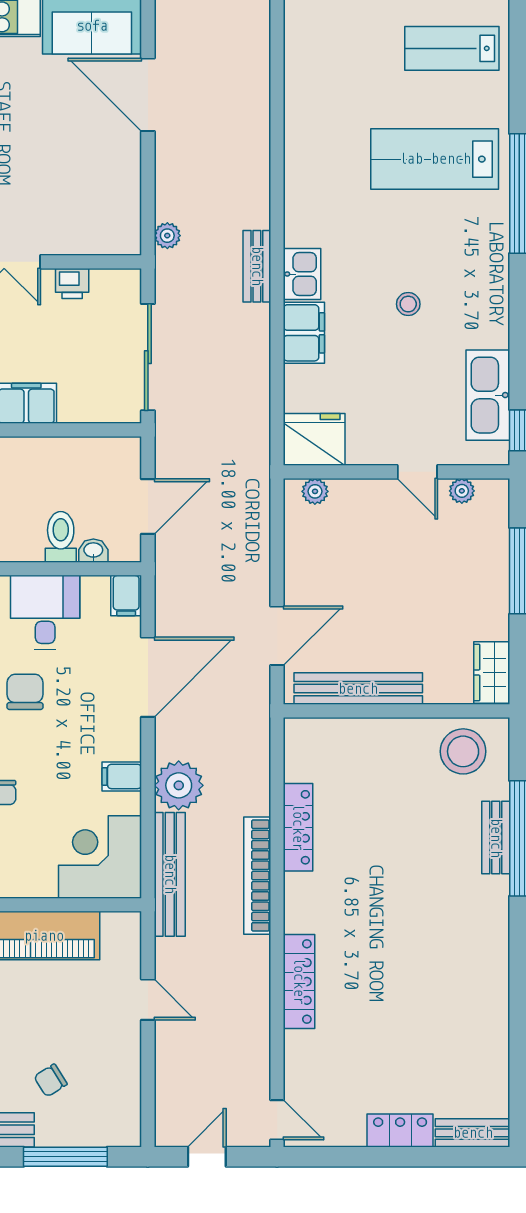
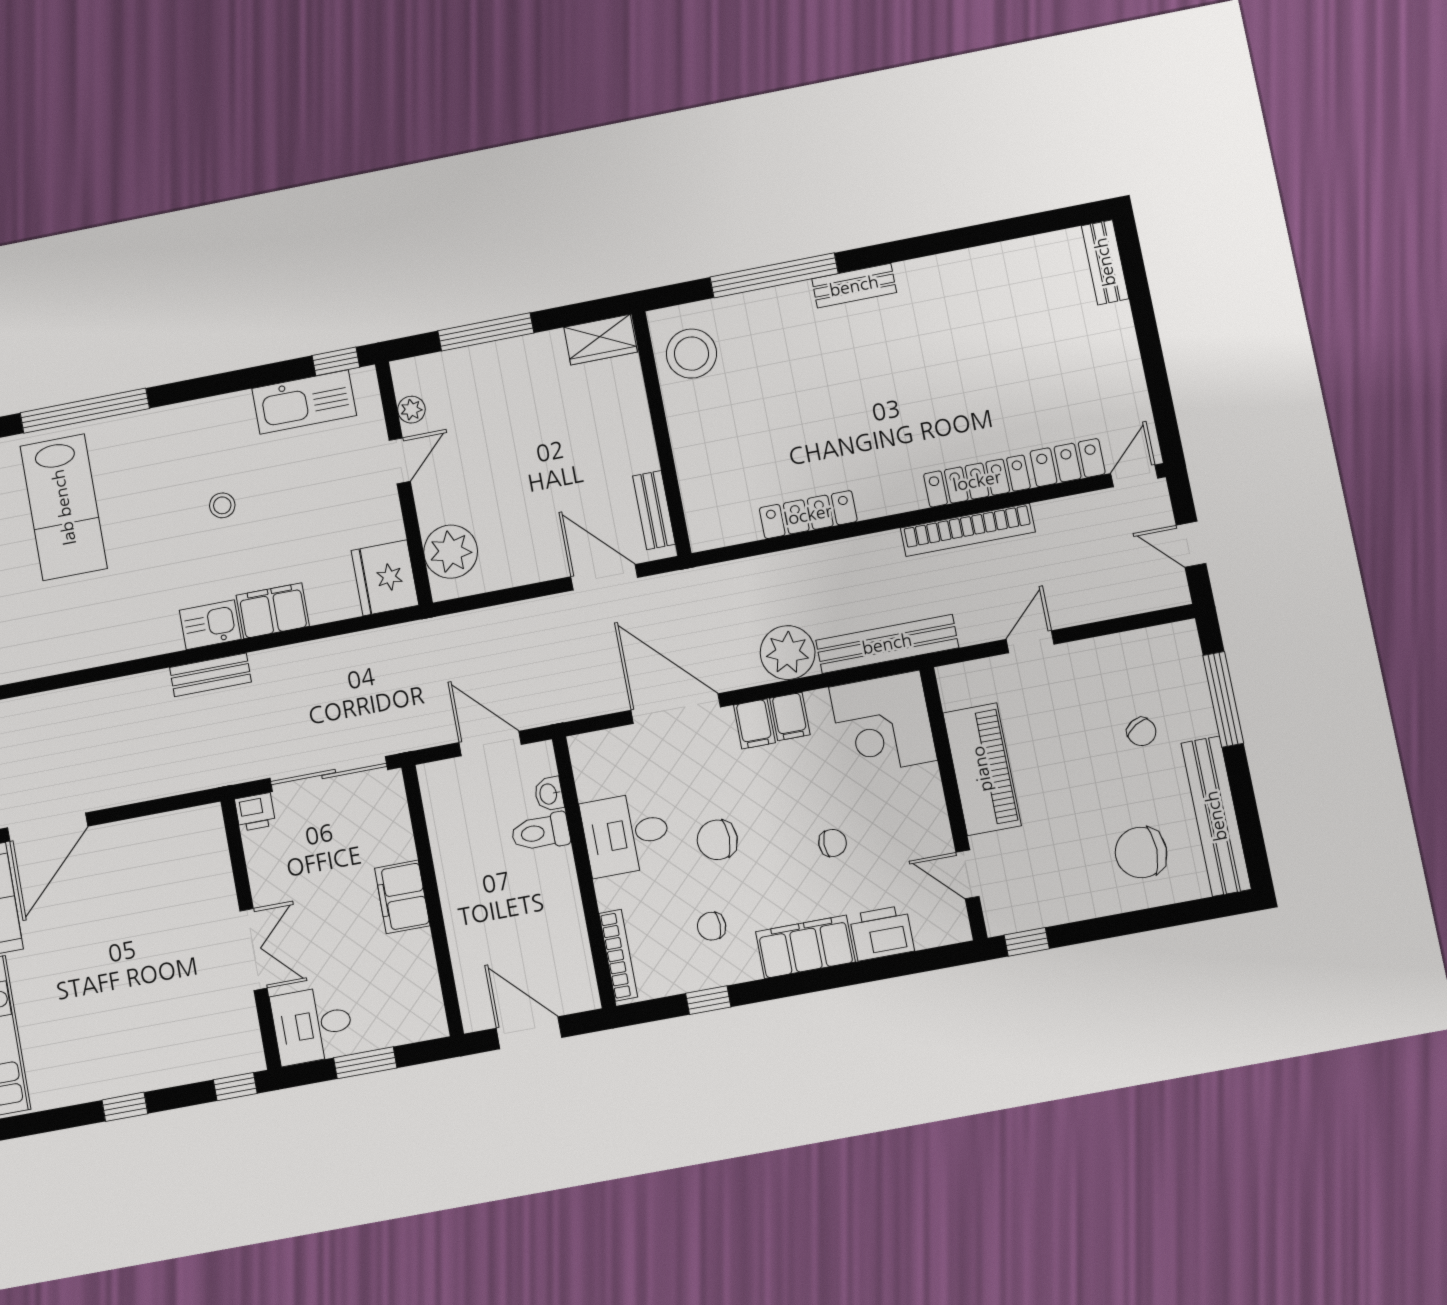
plant: (167, 236) -> (194, 778), removed
printer: (72, 283) -> (255, 812), moved, turned 90
plant: (315, 491) -> (451, 552), width x1.88, depth x1.88
filing cabinet: (126, 595) -> (754, 724), moved, turned 90
bench: (358, 689) -> (654, 510), width x0.54, depth x0.82
bench: (496, 838) -> (854, 286), moved
bookcase: (257, 876) -> (968, 530), moved
locker: (400, 1130) -> (1068, 463), moved, turned 90

